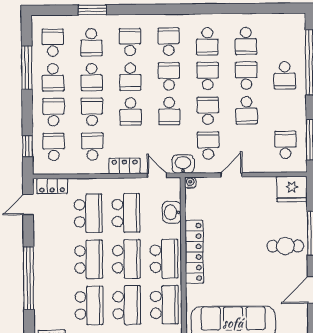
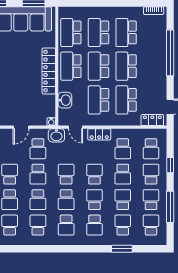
school desk: (53, 43) -> (151, 225), turned 180
school desk: (53, 112) -> (151, 174), turned 180
window: (28, 146) -> (170, 165), moved

